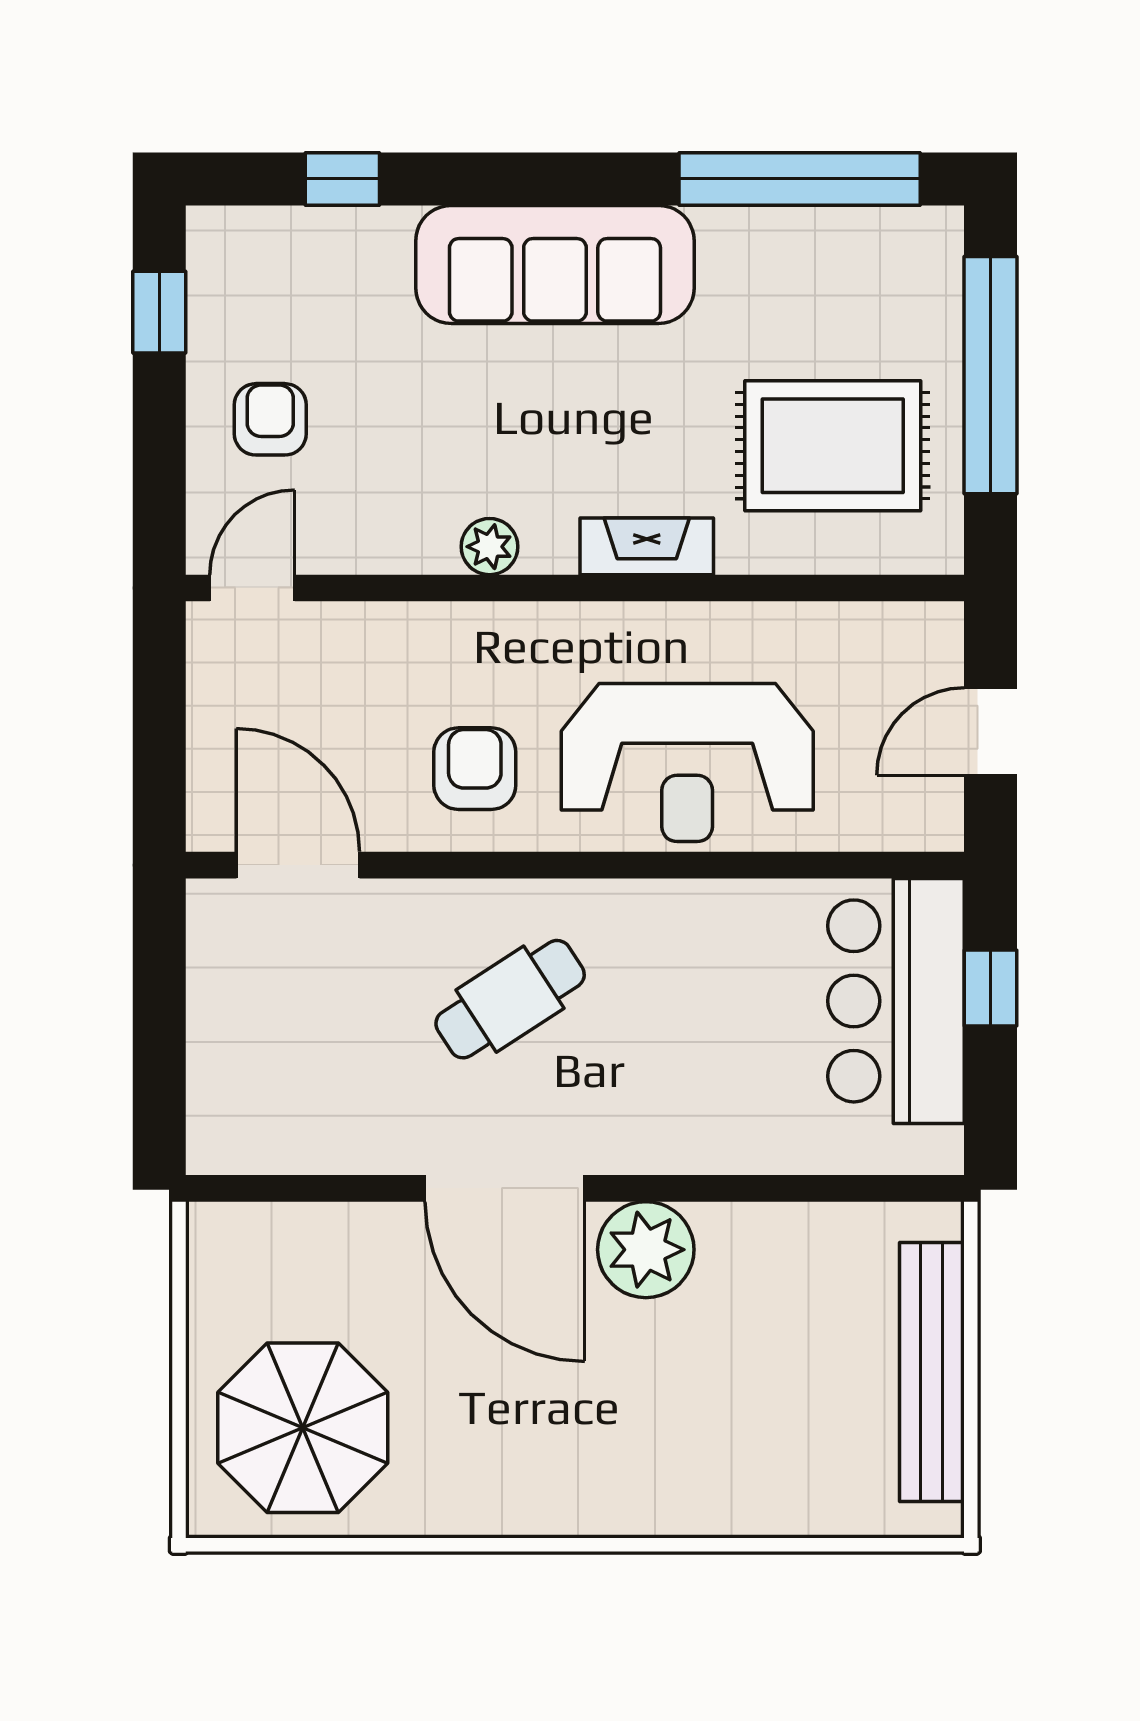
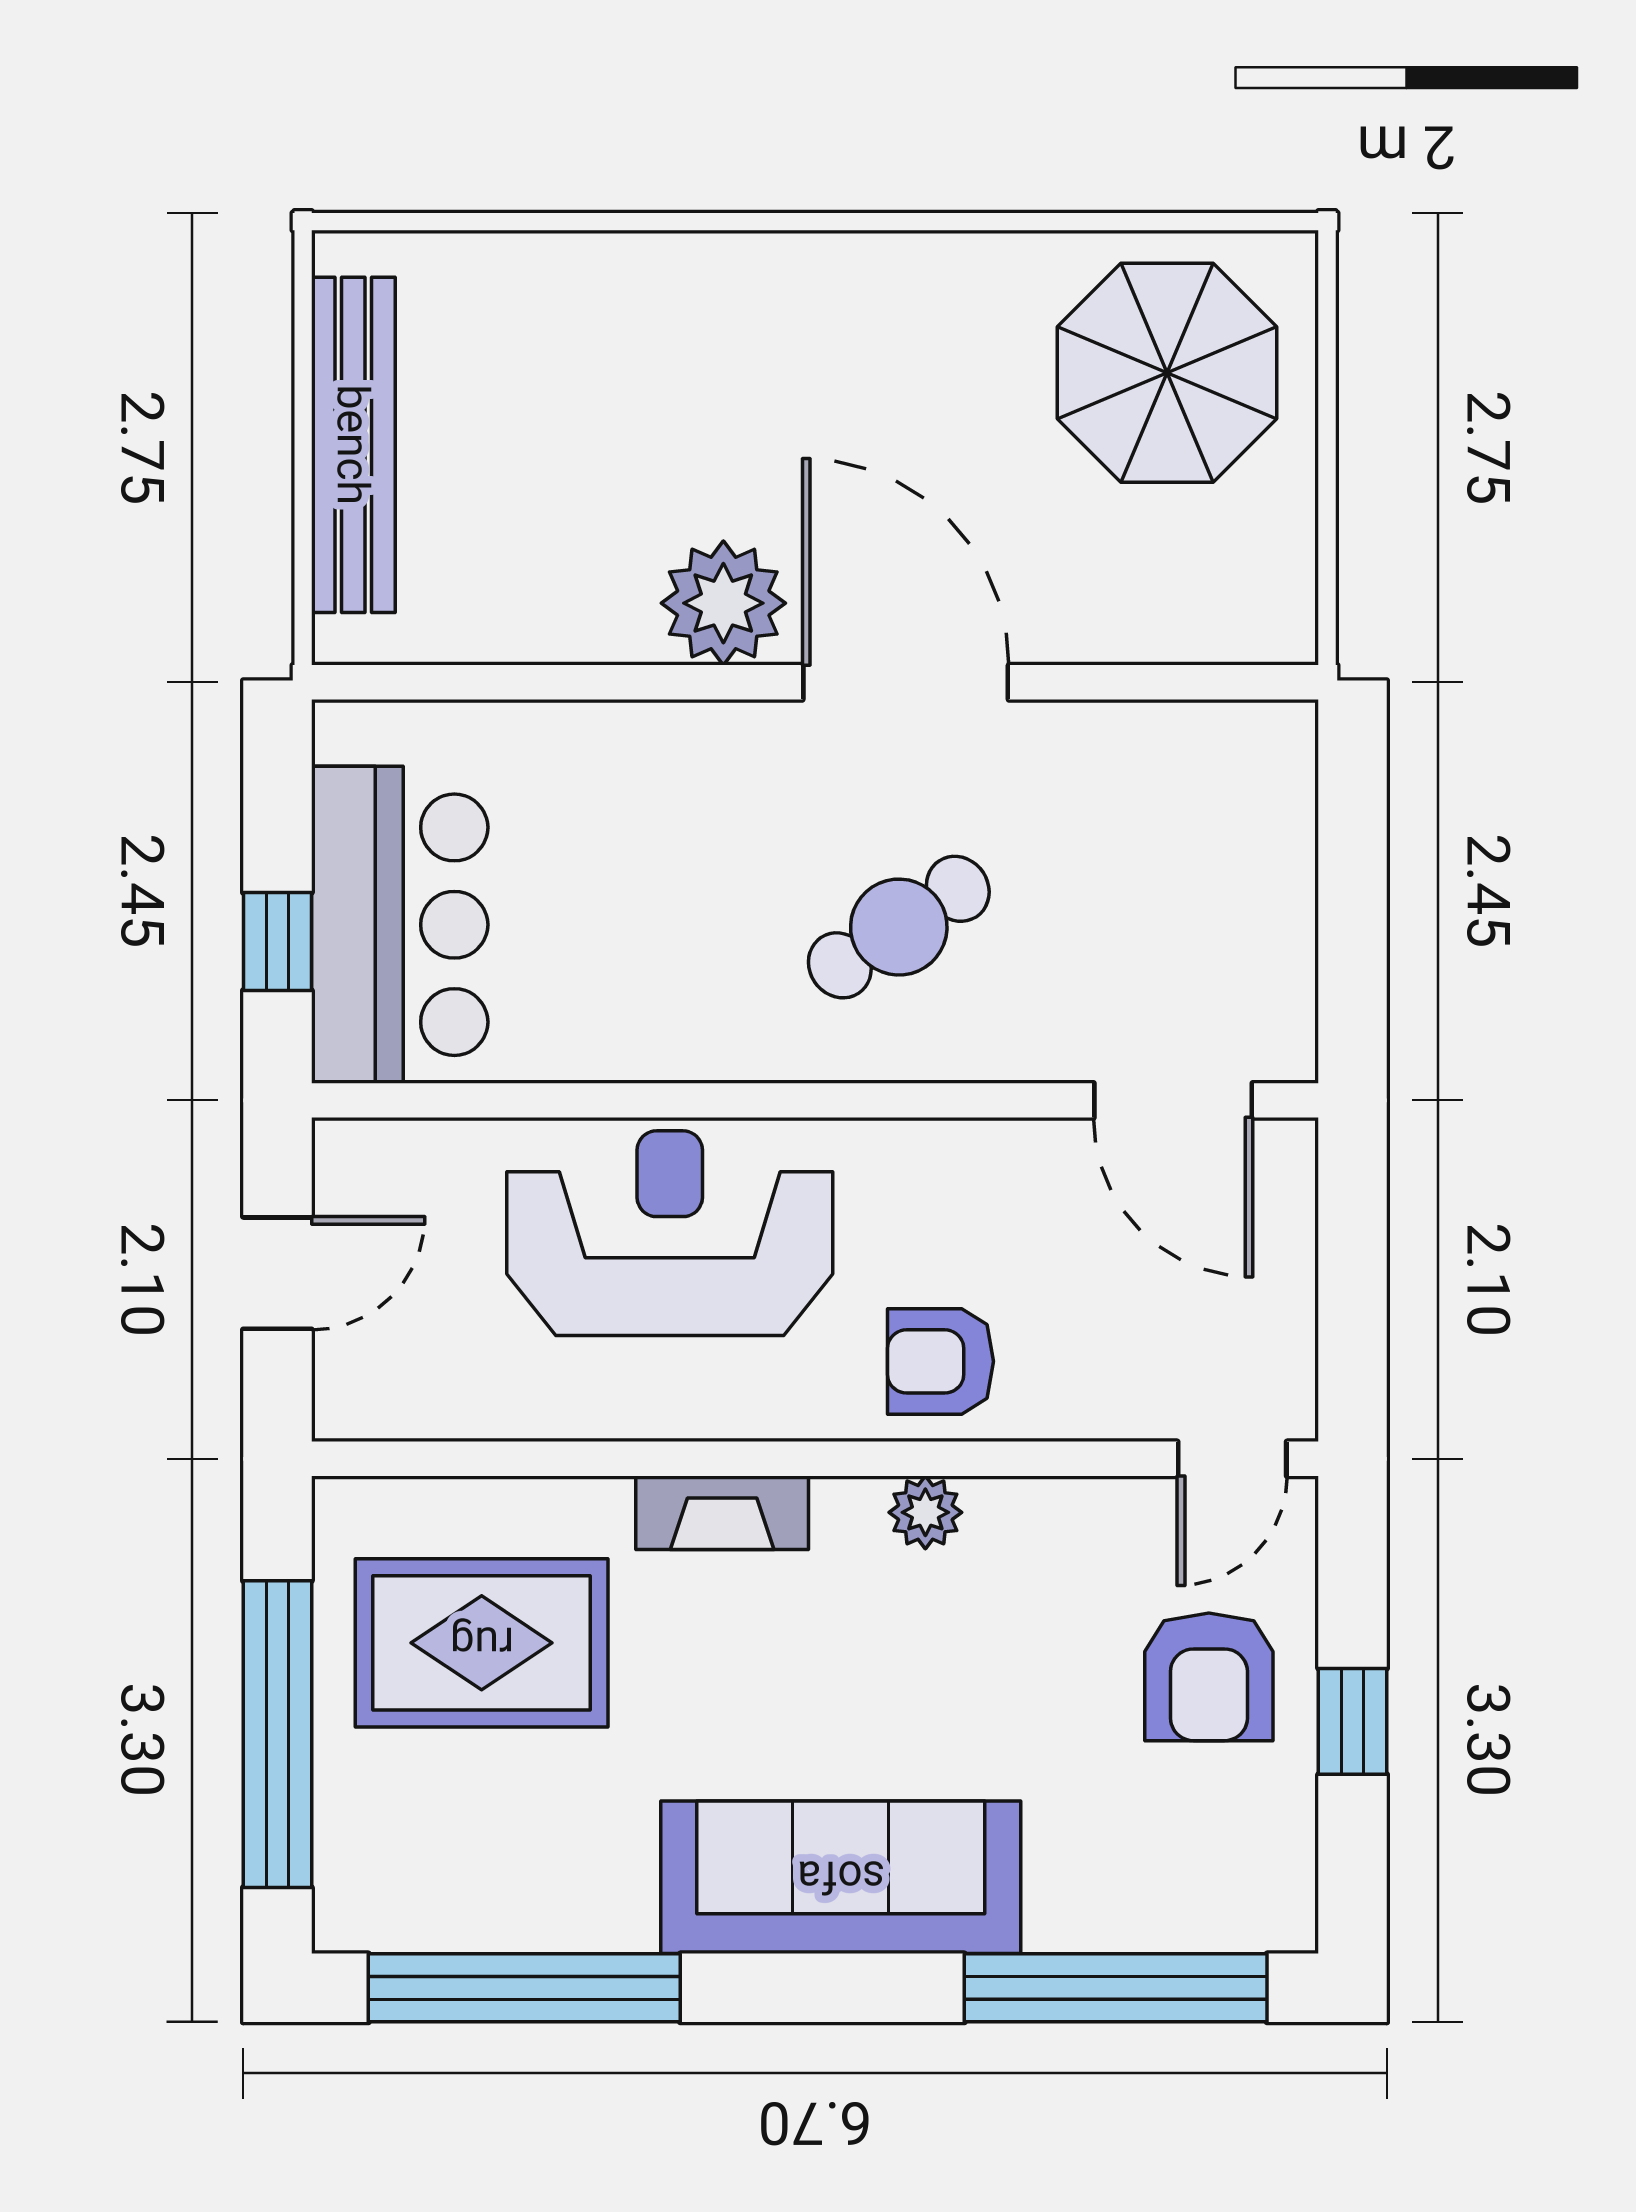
window: (342, 179) -> (1116, 1988), width x3.17
window: (159, 312) -> (1353, 1721), moved
armchair: (270, 419) -> (1209, 1677), width x1.38, depth x1.38
armchair: (475, 769) -> (940, 1361), moved, turned 90

